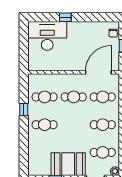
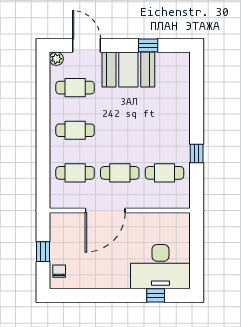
window: (65, 17) -> (156, 295), moved
door: (98, 72) -> (105, 211), moved
cafe table: (45, 125) -> (165, 130), removed

